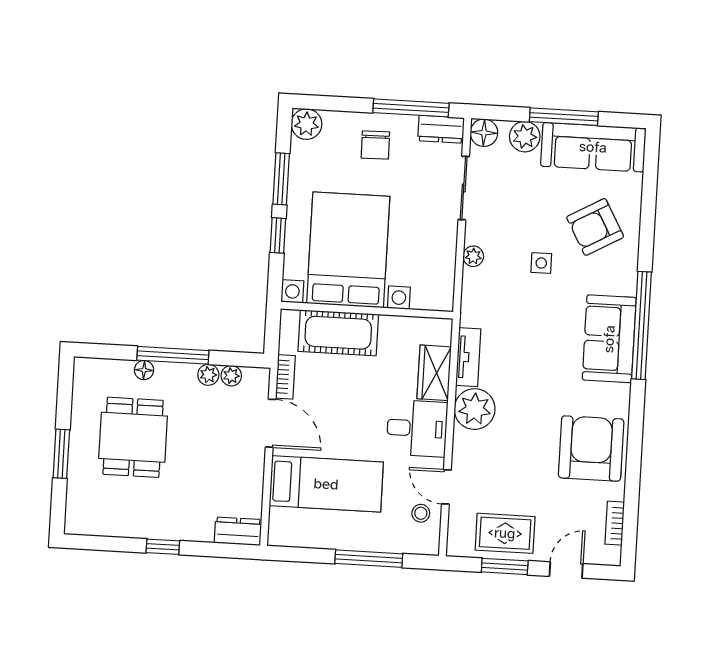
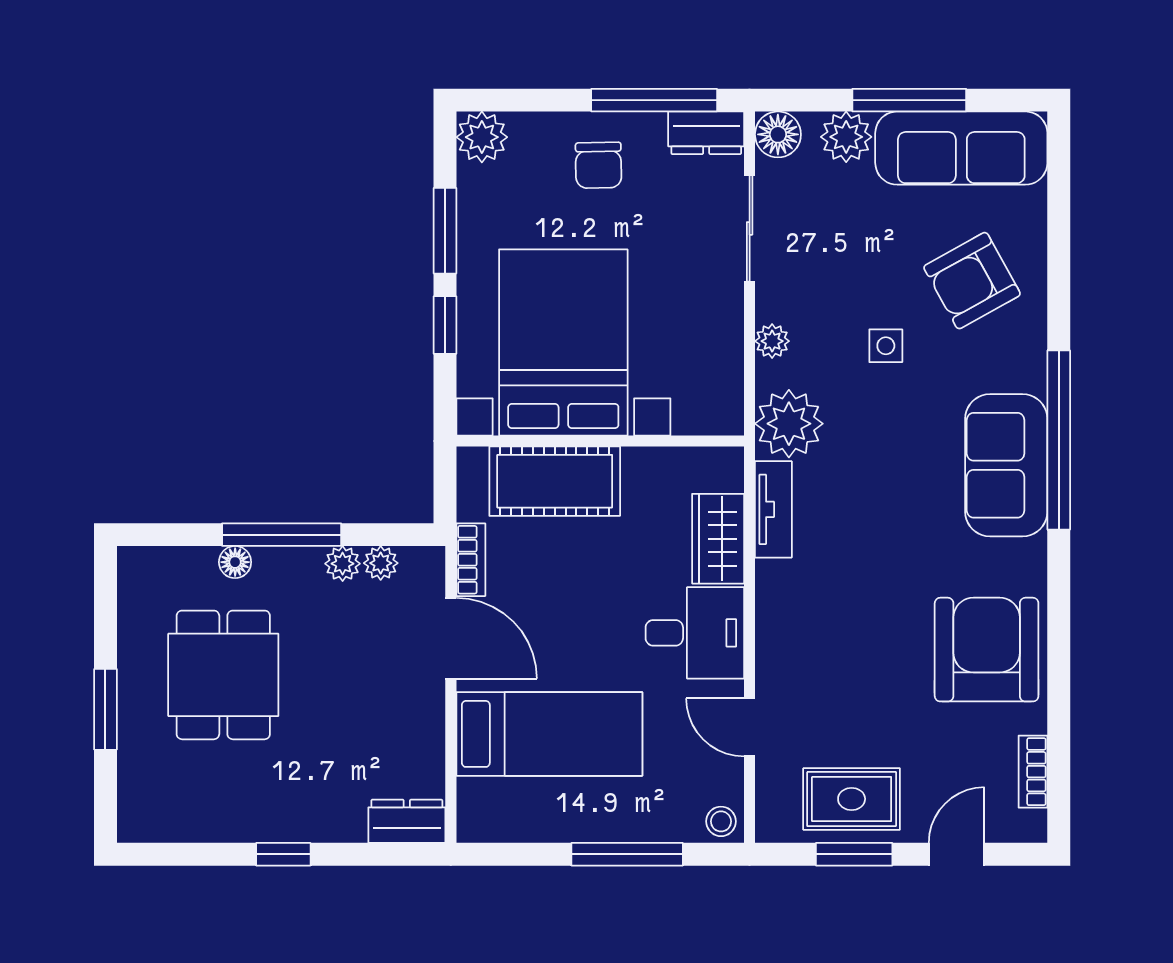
plant: (475, 409) -> (789, 424), moved
stool: (421, 513) -> (721, 821), moved

